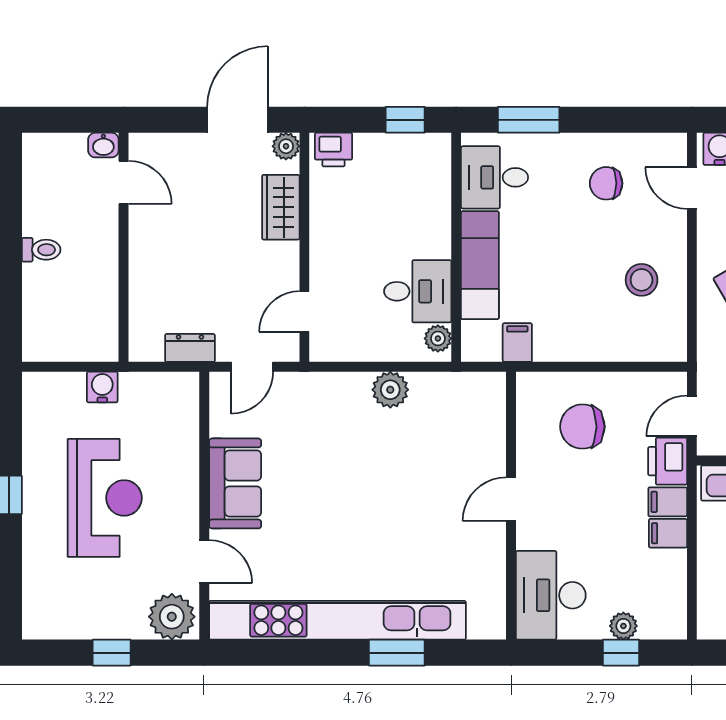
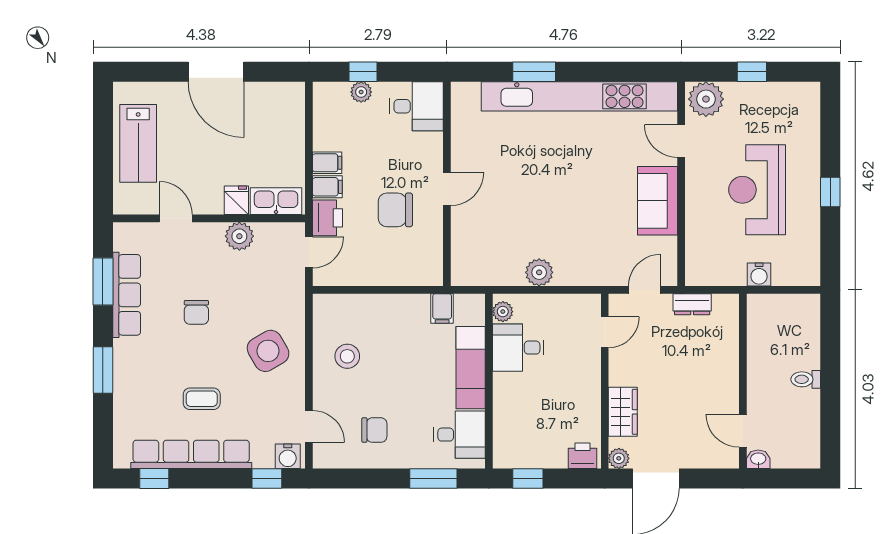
chair: (582, 427) -> (395, 210), moved, turned 180
desk: (551, 595) -> (417, 106), width x0.73

